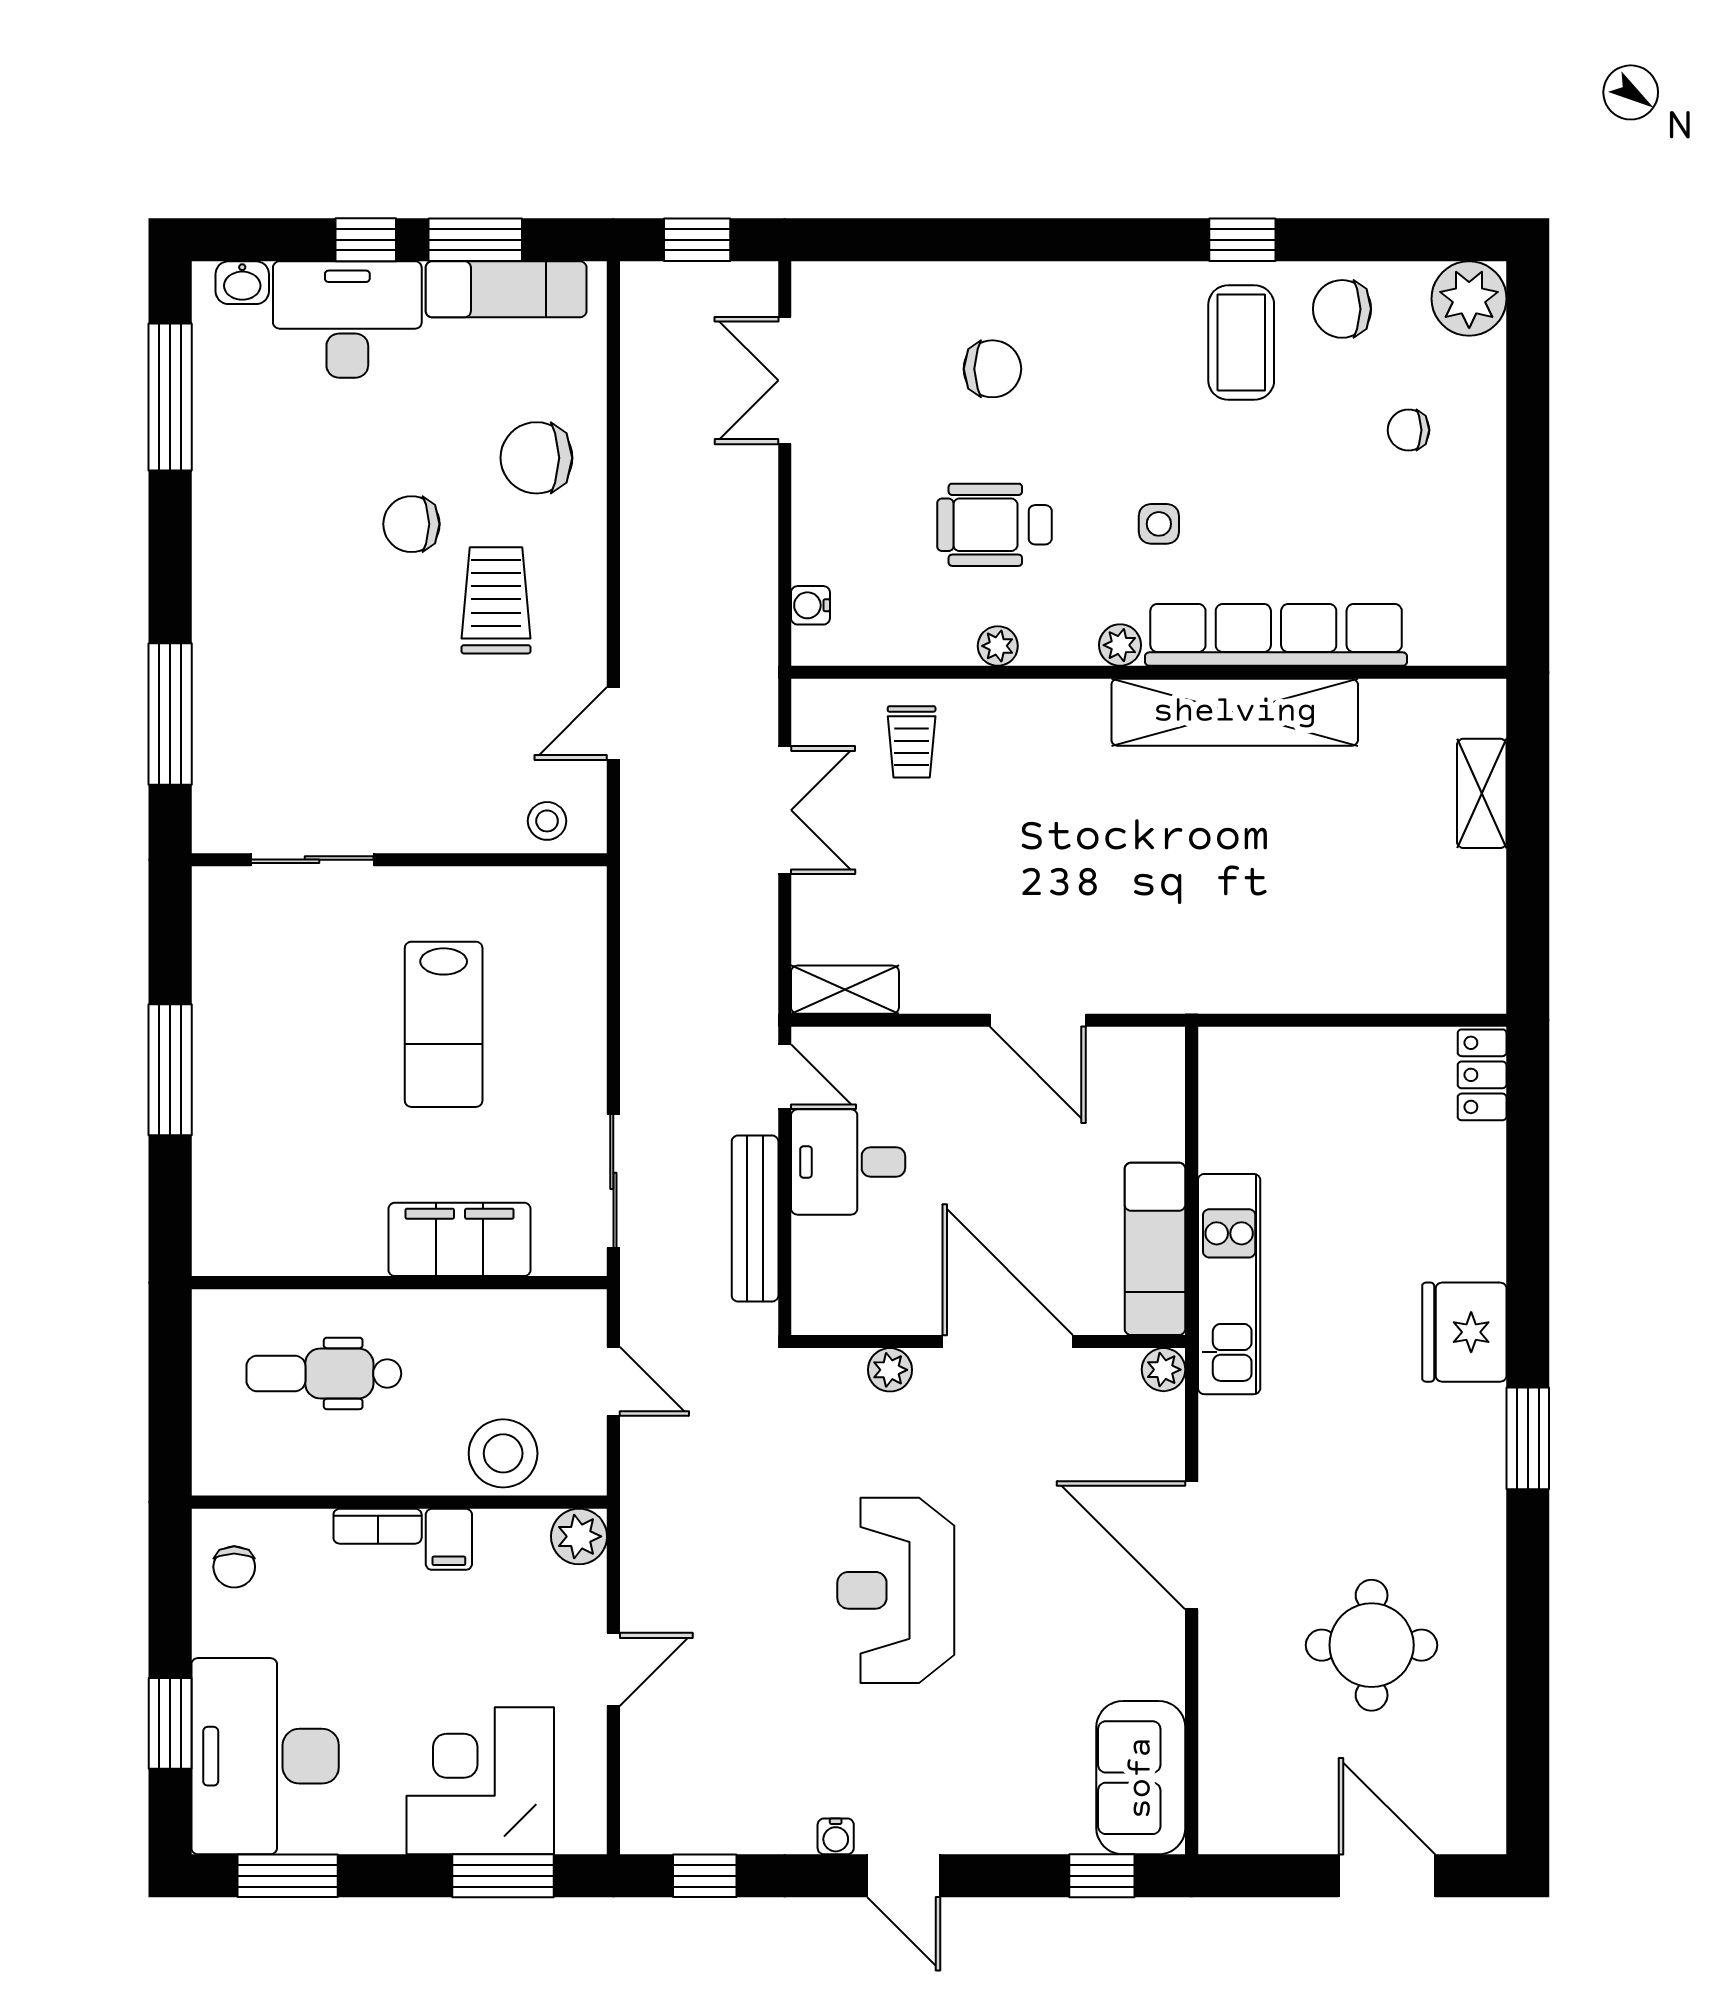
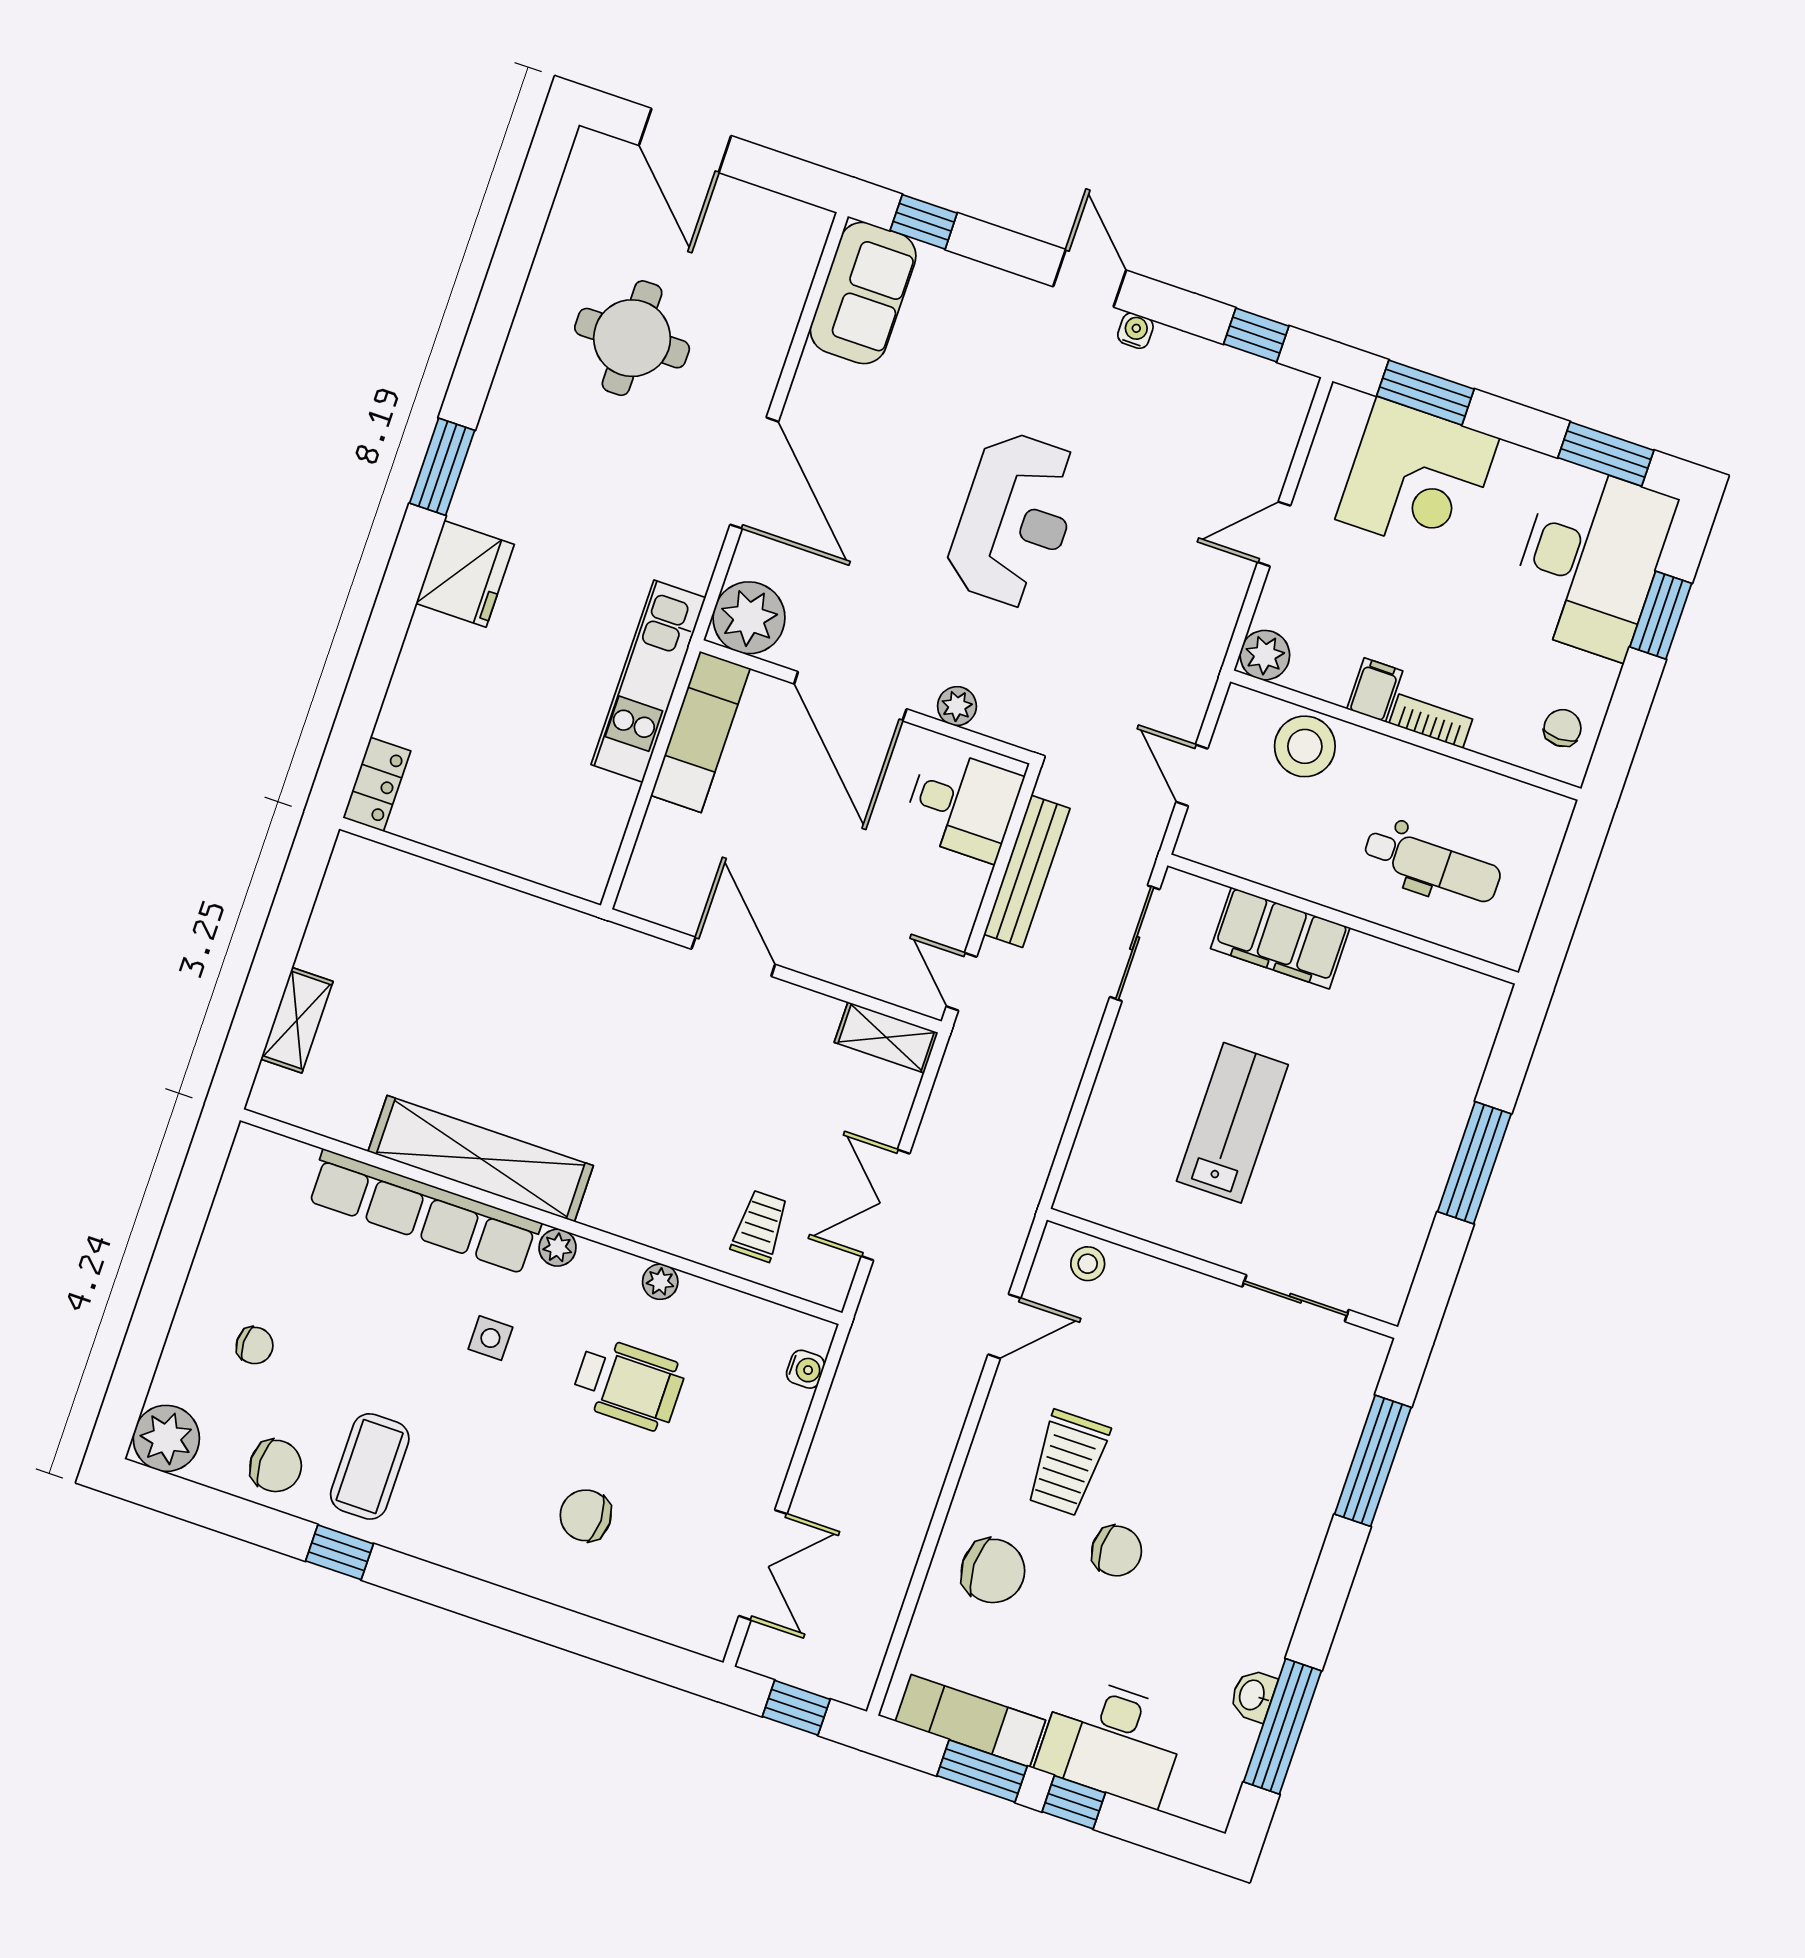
washbasin: (242, 283) -> (1253, 1695), moved, turned -90
desk: (848, 1162) -> (962, 805), moved
plant: (1164, 1370) -> (749, 618), width x1.88, depth x1.88

